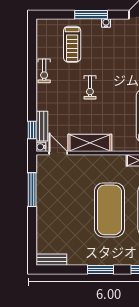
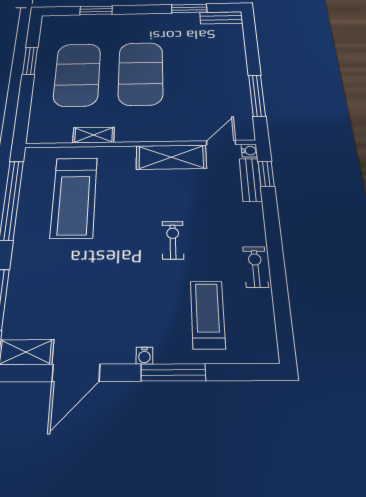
door: (58, 153) -> (221, 143), swing flipped
window: (100, 270) -> (189, 9), moved

